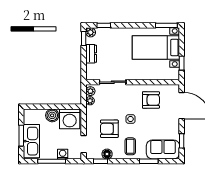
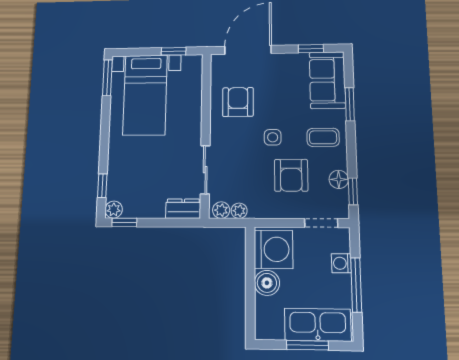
dresser: (91, 54) -> (183, 209), moved

